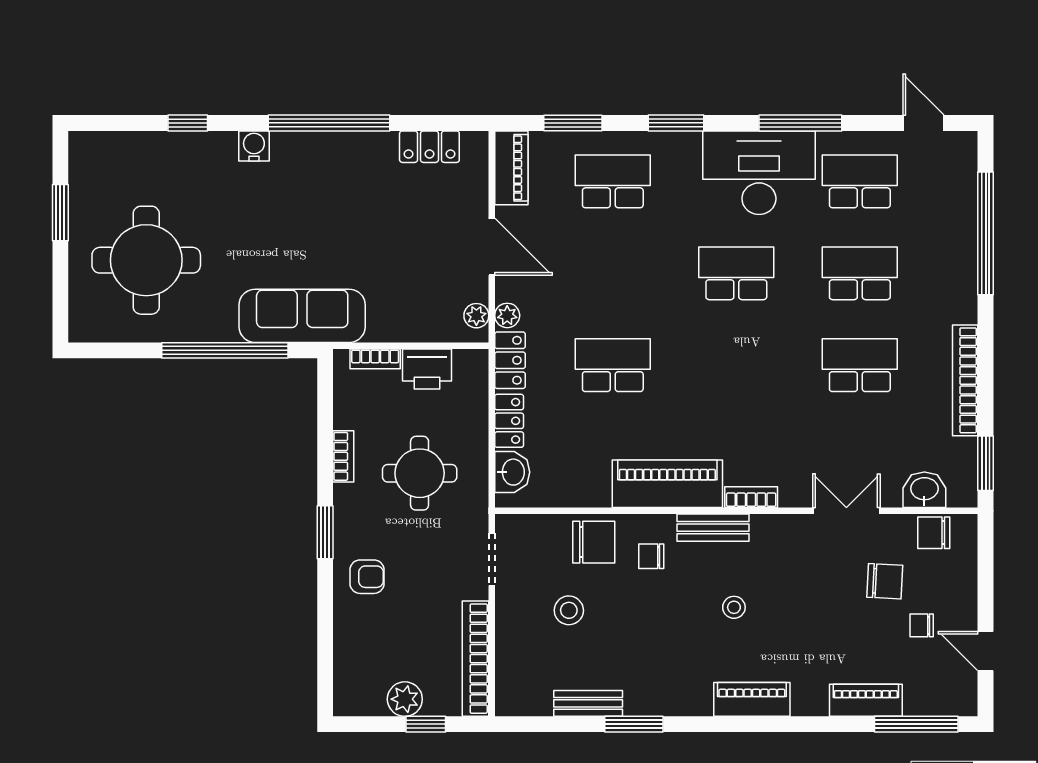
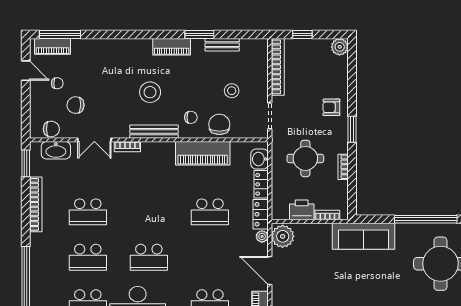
plant: (476, 316) -> (283, 236), width x1.88, depth x1.88
window: (225, 350) -> (426, 219), moved
piano: (667, 484) -> (203, 153), moved
washbasin: (924, 490) -> (56, 150), width x1.38
bookcase: (751, 497) -> (127, 147), moved
bench: (713, 528) -> (154, 132), width x1.36
chair: (594, 542) -> (219, 124), turned 90
stool: (734, 607) -> (150, 92), width x1.89, depth x1.89
plant: (405, 699) -> (340, 47), moved
piano: (752, 699) -> (172, 47), moved
piano: (866, 700) -> (52, 46), moved

